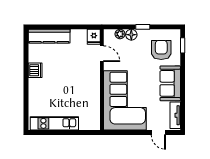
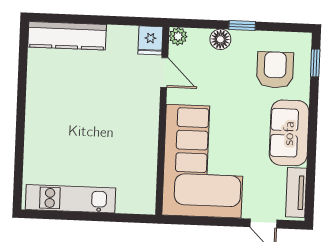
plant: (120, 34) -> (178, 36), moved
dishwasher: (35, 70) -> (38, 98), removed

